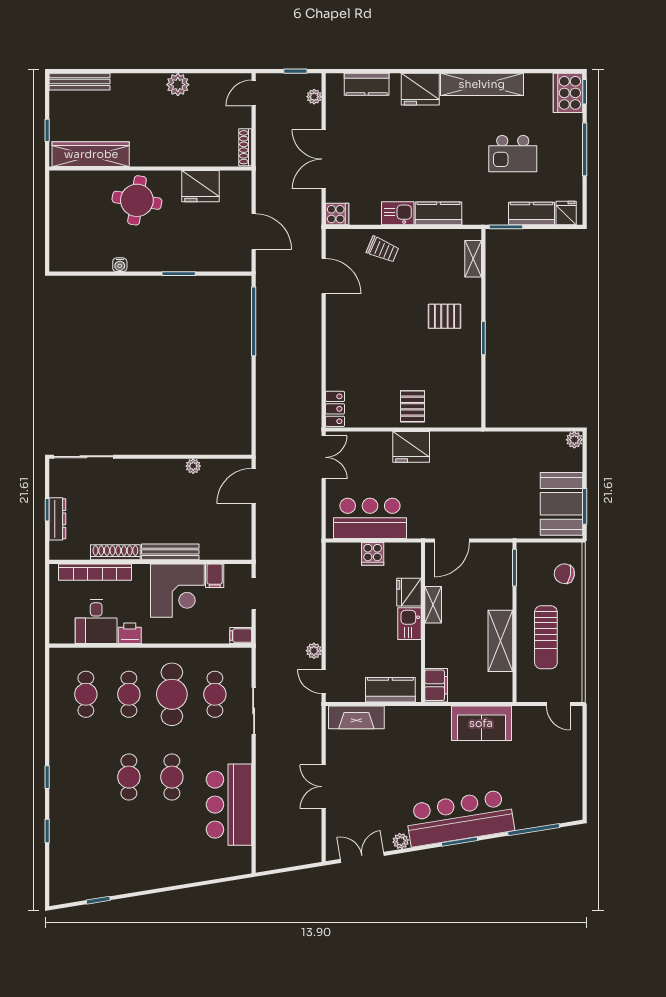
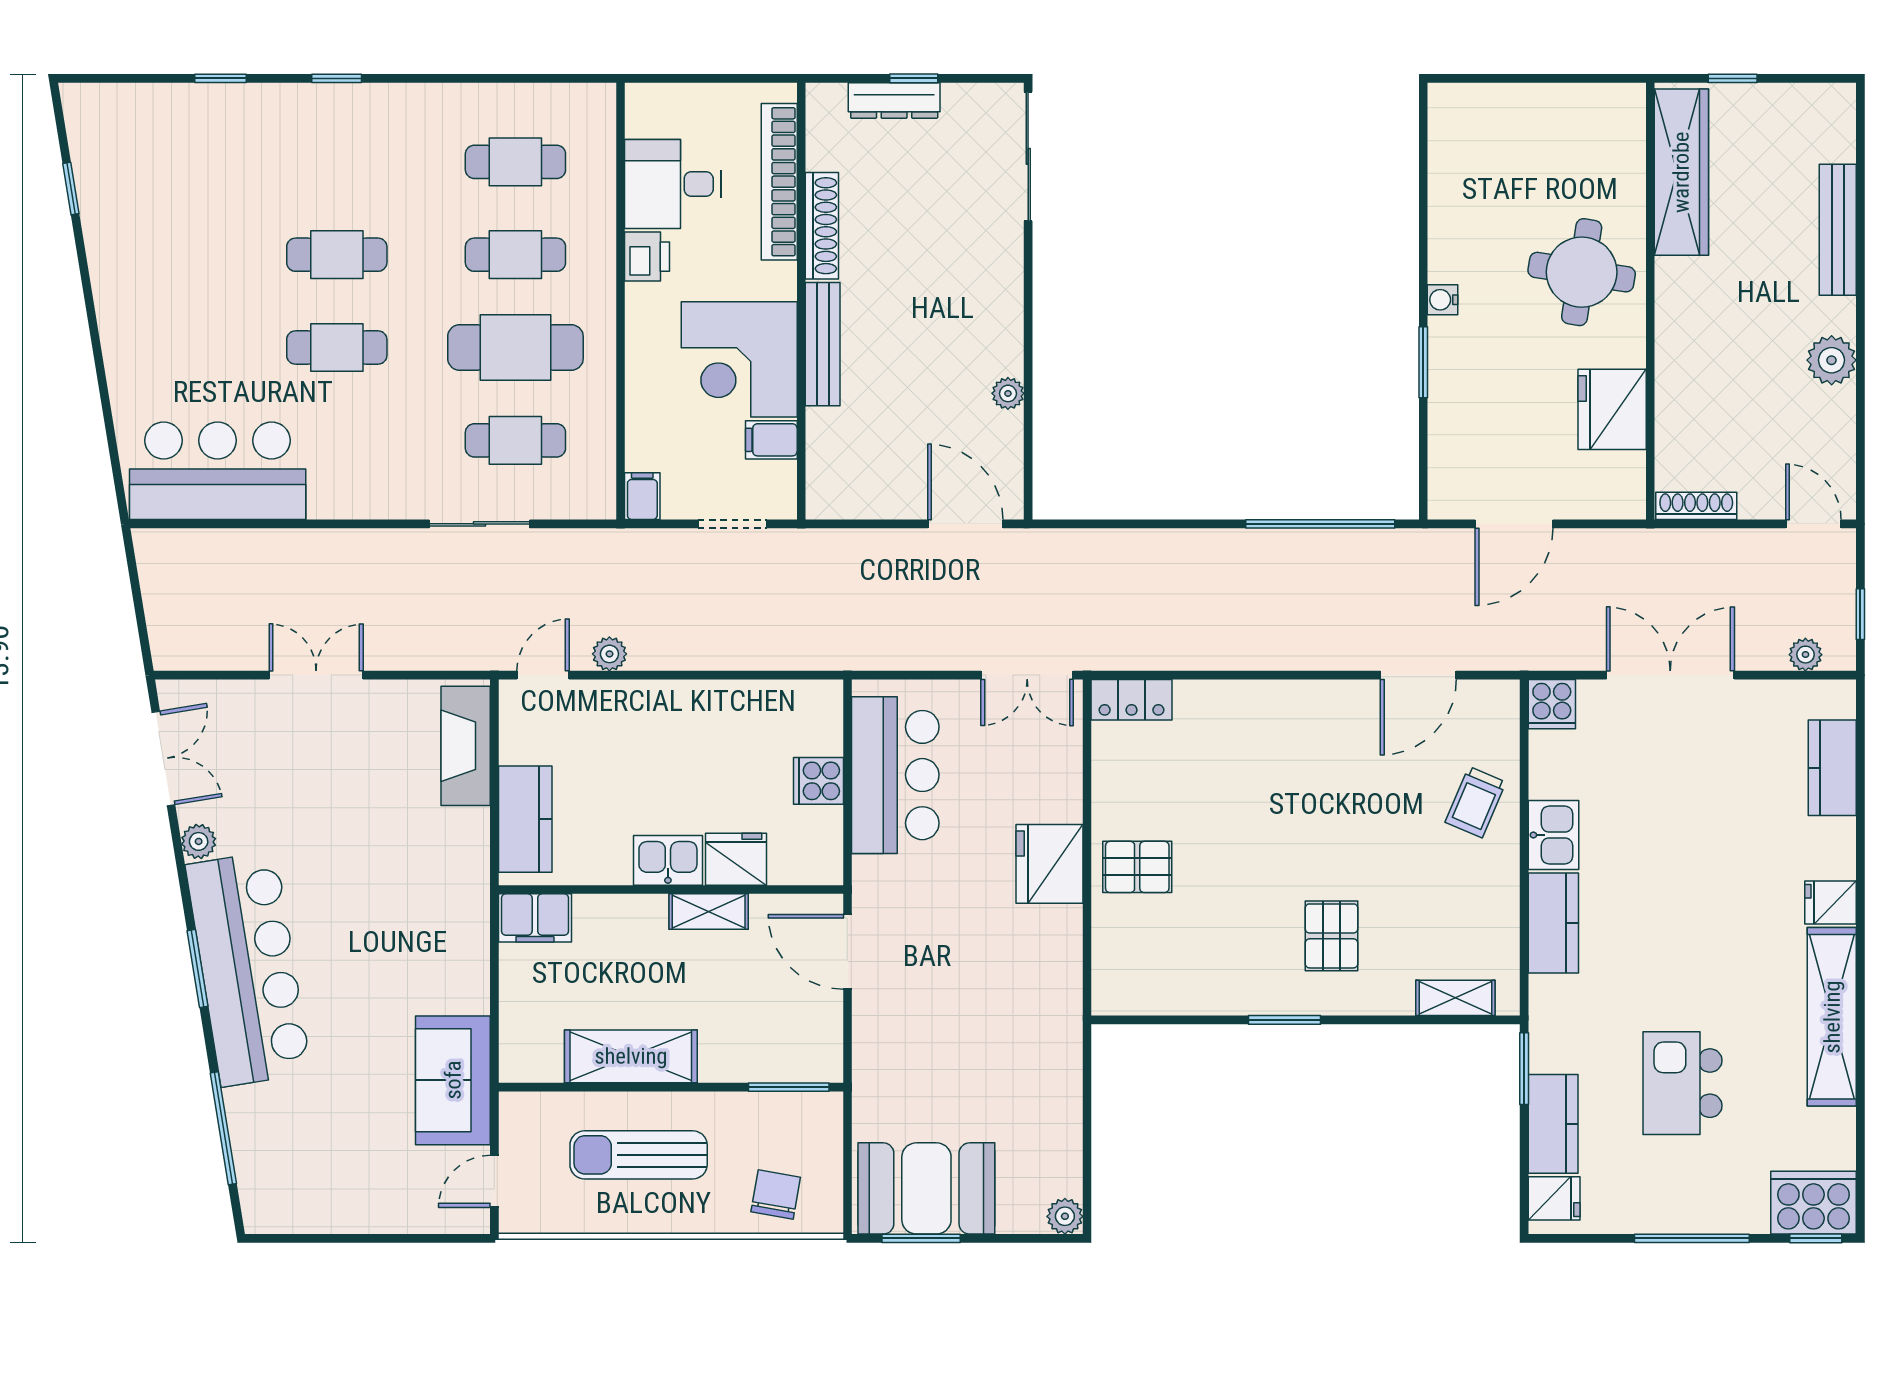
bench: (79, 82) -> (1838, 230), moved
fridge: (420, 89) -> (1830, 903), width x0.53, depth x0.75
water cooler: (120, 265) -> (1443, 300), moved
sofa: (481, 723) -> (453, 1080), moved
bar counter: (229, 805) -> (218, 471), moved

